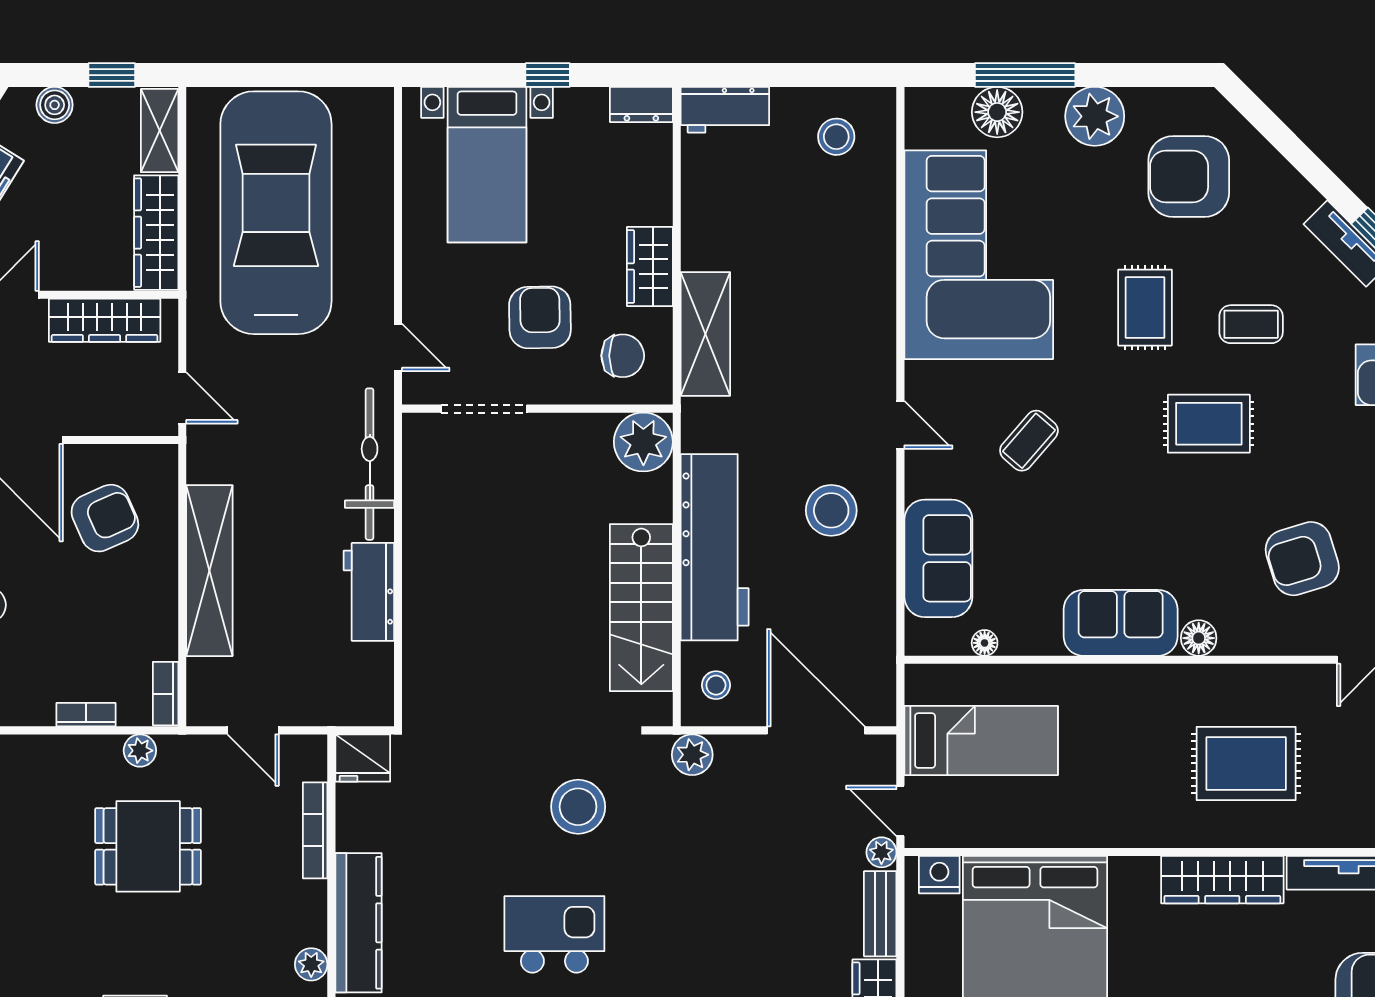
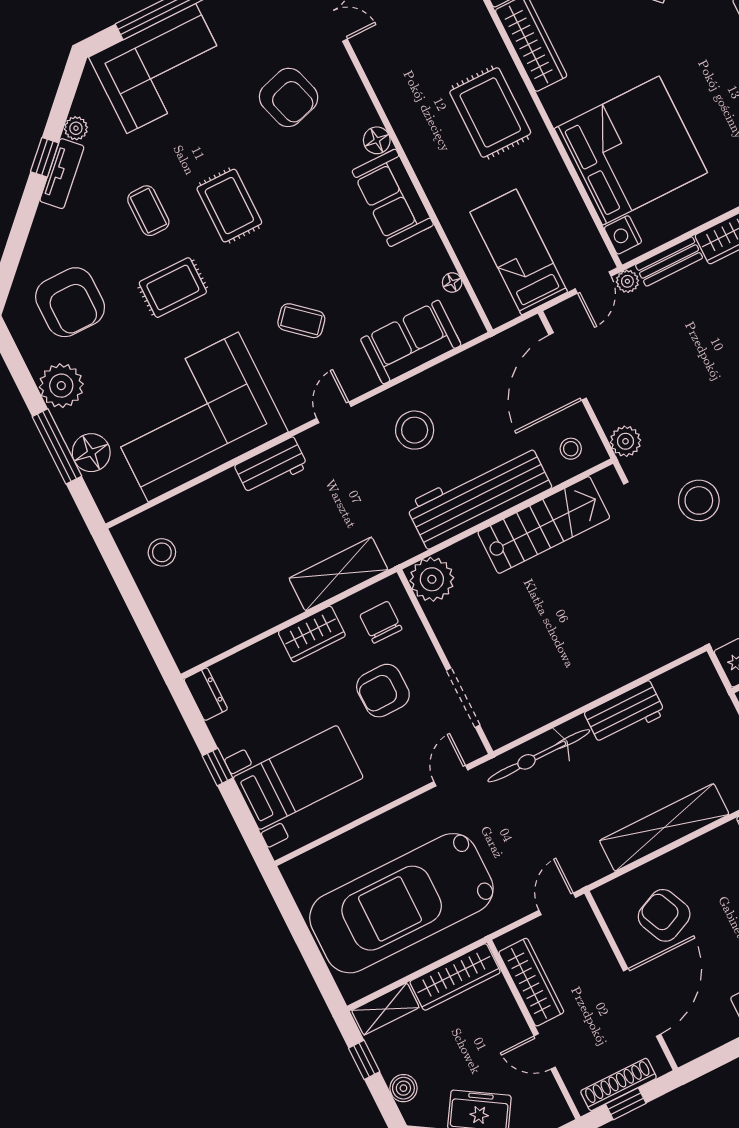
workbench: (725, 110) -> (271, 466), moved, turned 90
rug: (1246, 763) -> (490, 112), moved

